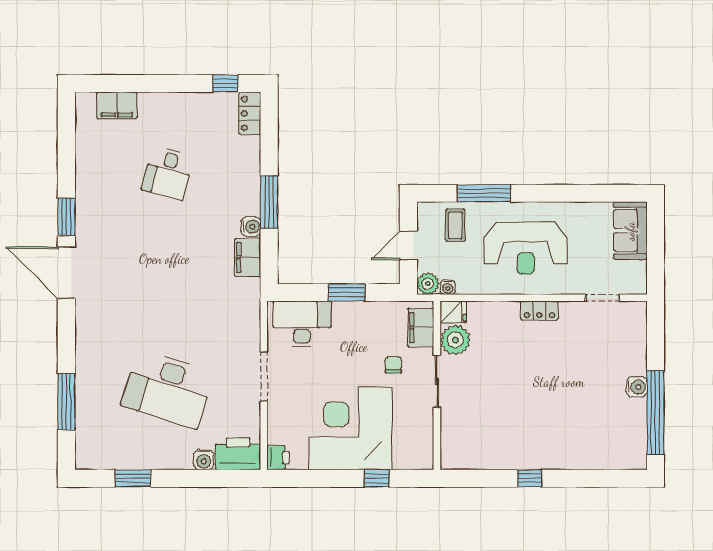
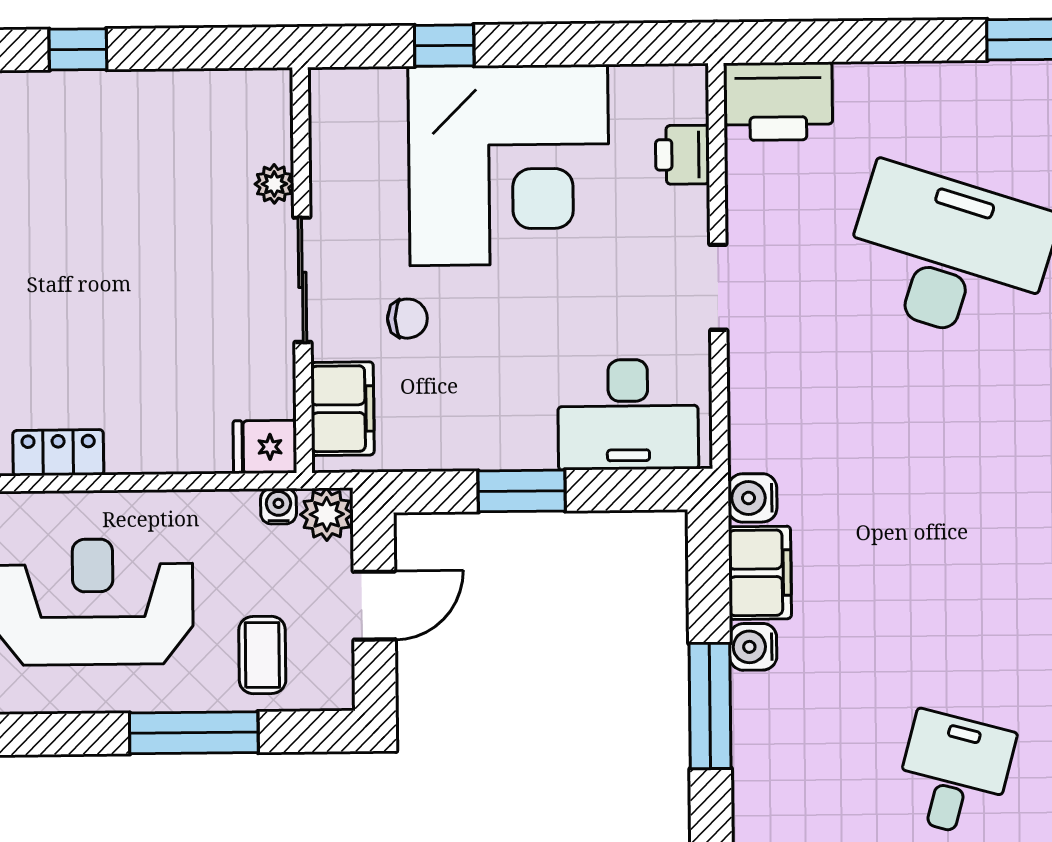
plant: (455, 340) -> (274, 184), moved, width x0.53, depth x0.53
chair: (393, 365) -> (407, 319), turned -90
doorway: (264, 376) -> (718, 287), width x0.73
printer: (278, 458) -> (682, 155), moved
water cooler: (204, 460) -> (752, 498), moved, turned -90

